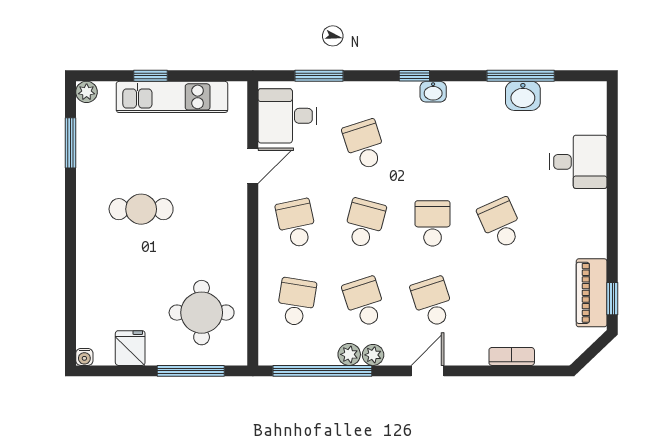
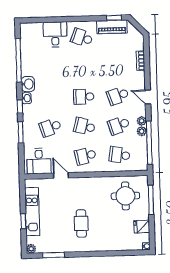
window: (319, 76) -> (21, 132), moved
window: (521, 76) -> (19, 60), width x1.46
washbasin: (523, 96) -> (28, 84), moved
school desk: (501, 223) -> (82, 38), moved, turned 45

